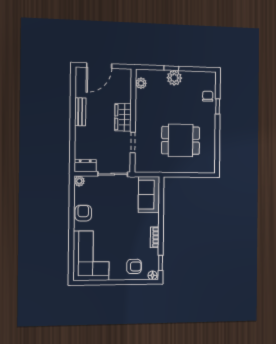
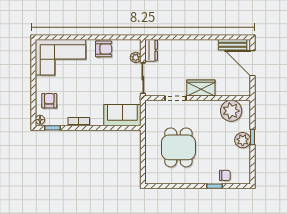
plant: (141, 83) -> (231, 111), width x1.88, depth x1.88
bench: (80, 112) -> (233, 45), moved
plant: (79, 181) -> (136, 57), moved
armchair: (134, 266) -> (49, 101), turned 180

